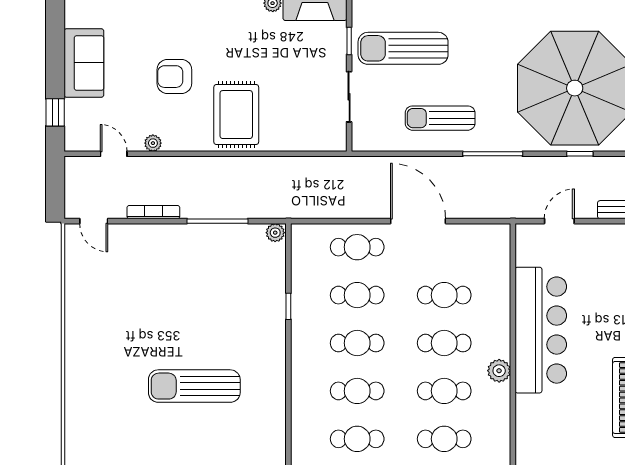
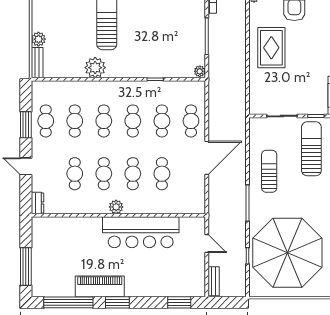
rug: (236, 115) -> (271, 48), turned 90
plant: (269, 405) -> (95, 68), added

